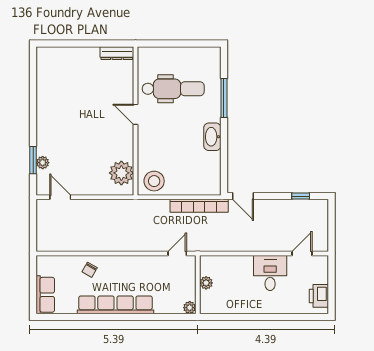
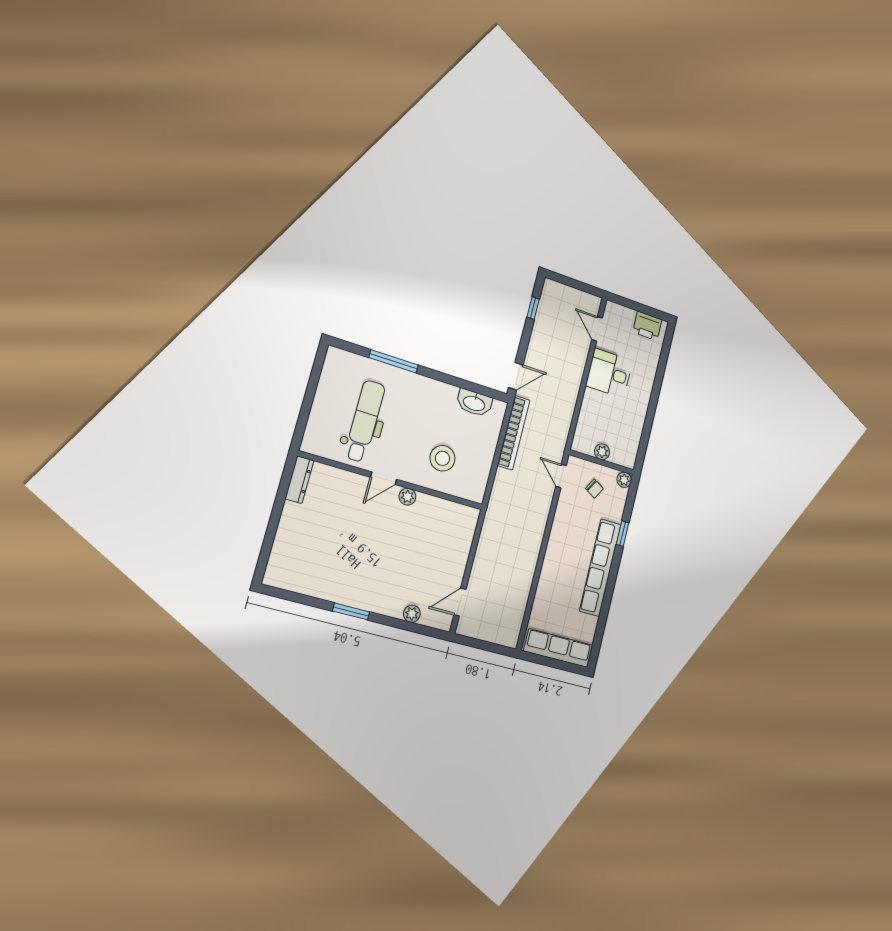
washbasin: (212, 137) -> (474, 403), moved
window: (33, 160) -> (351, 611), moved
plant: (121, 173) -> (407, 497), moved, width x0.53, depth x0.53
stool: (154, 181) -> (442, 458), moved
chair: (90, 270) -> (594, 489), moved
row of seats: (45, 295) -> (558, 648), width x1.48
window: (147, 317) -> (622, 534), added

